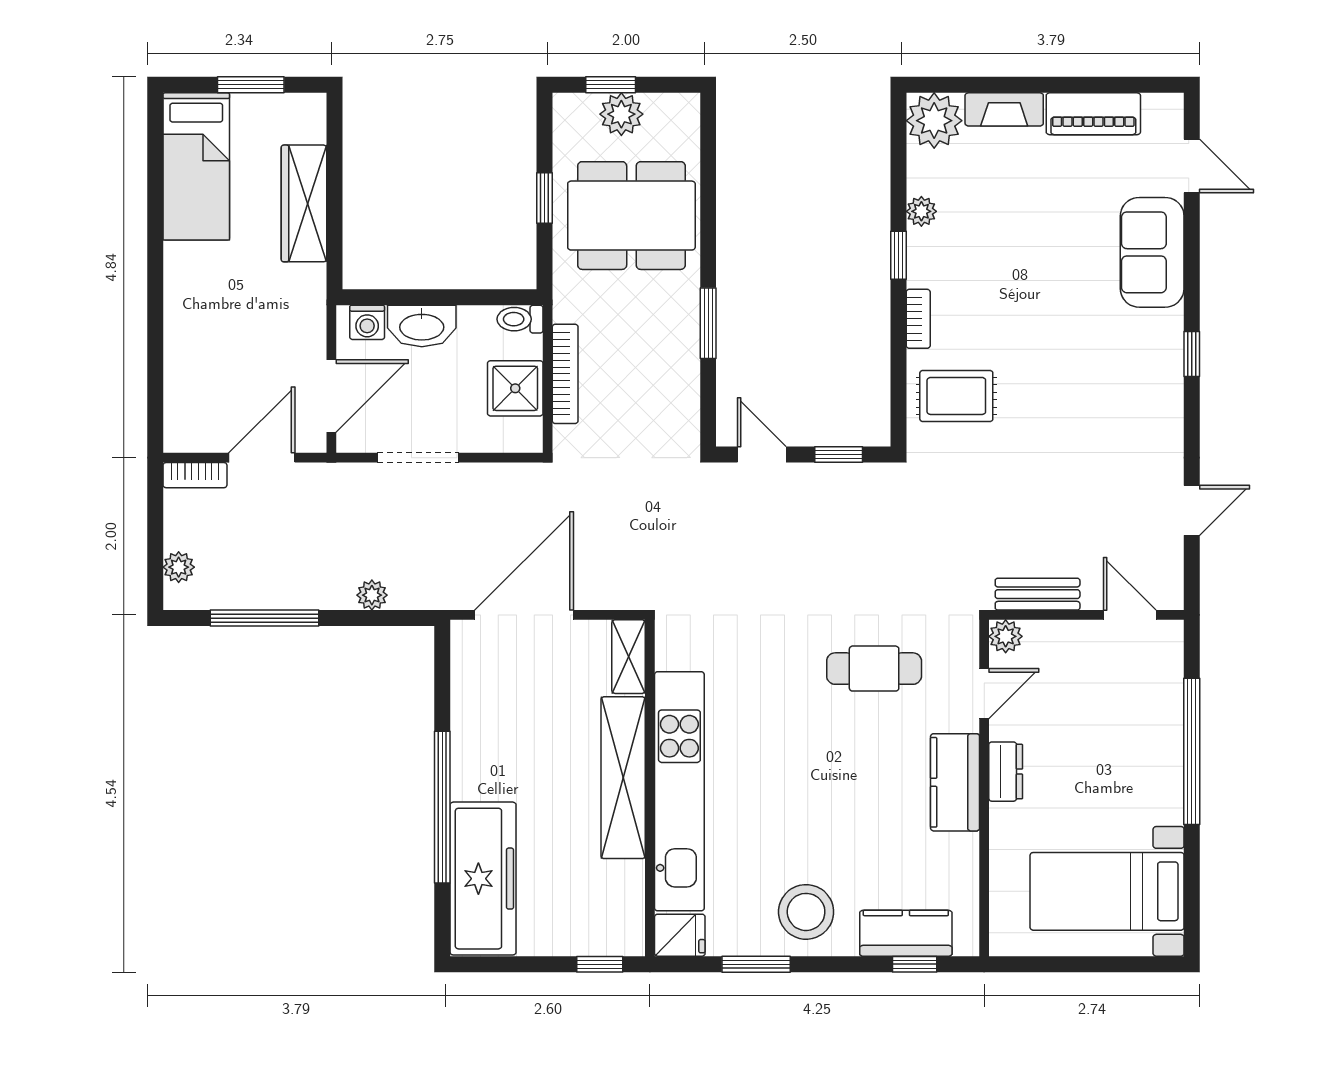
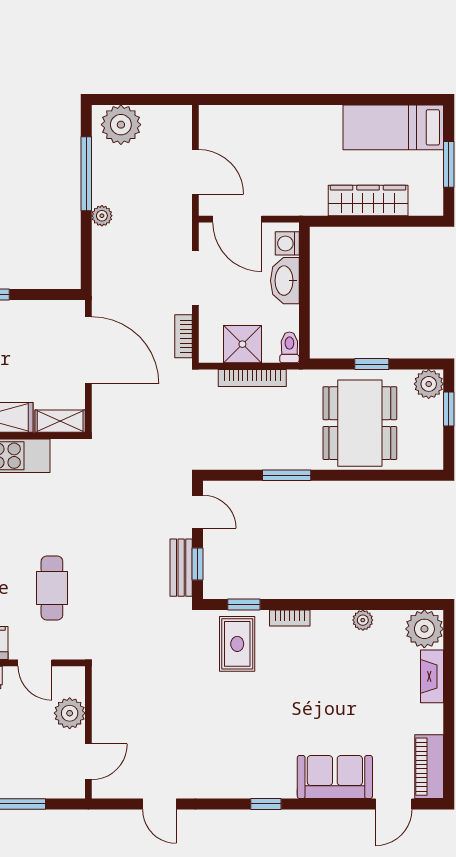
plant: (621, 114) -> (429, 384), moved
piano: (1093, 114) -> (429, 767), moved
window: (898, 255) -> (244, 605), moved
door: (762, 455) -> (197, 512), hinge flipped
bookcase: (195, 475) -> (183, 336), moved
plant: (179, 567) -> (121, 125), width x1.88, depth x1.88
bench: (1038, 594) -> (181, 568), moved
plant: (372, 595) -> (102, 216), moved
plant: (1006, 636) -> (70, 713), moved, width x1.38, depth x1.38

